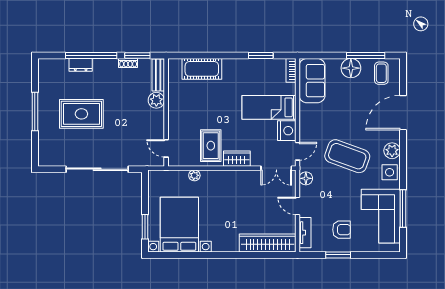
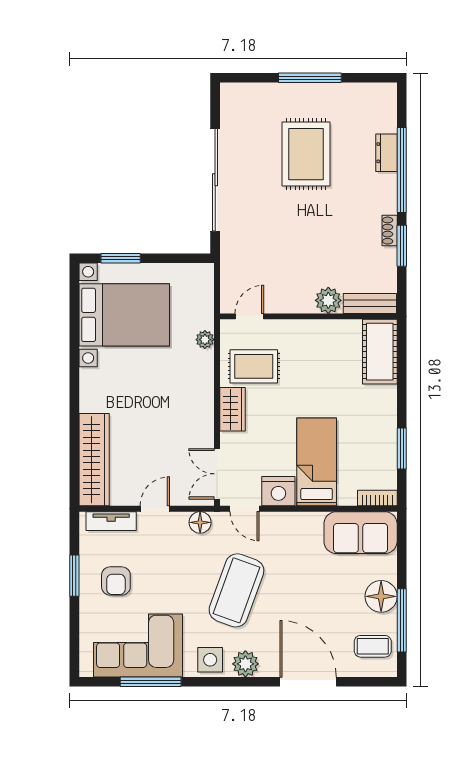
bench: (158, 75) -> (370, 303), moved
plant: (156, 100) -> (328, 300), moved
wall: (166, 112) -> (308, 316), moved
door: (166, 148) -> (249, 316), moved

